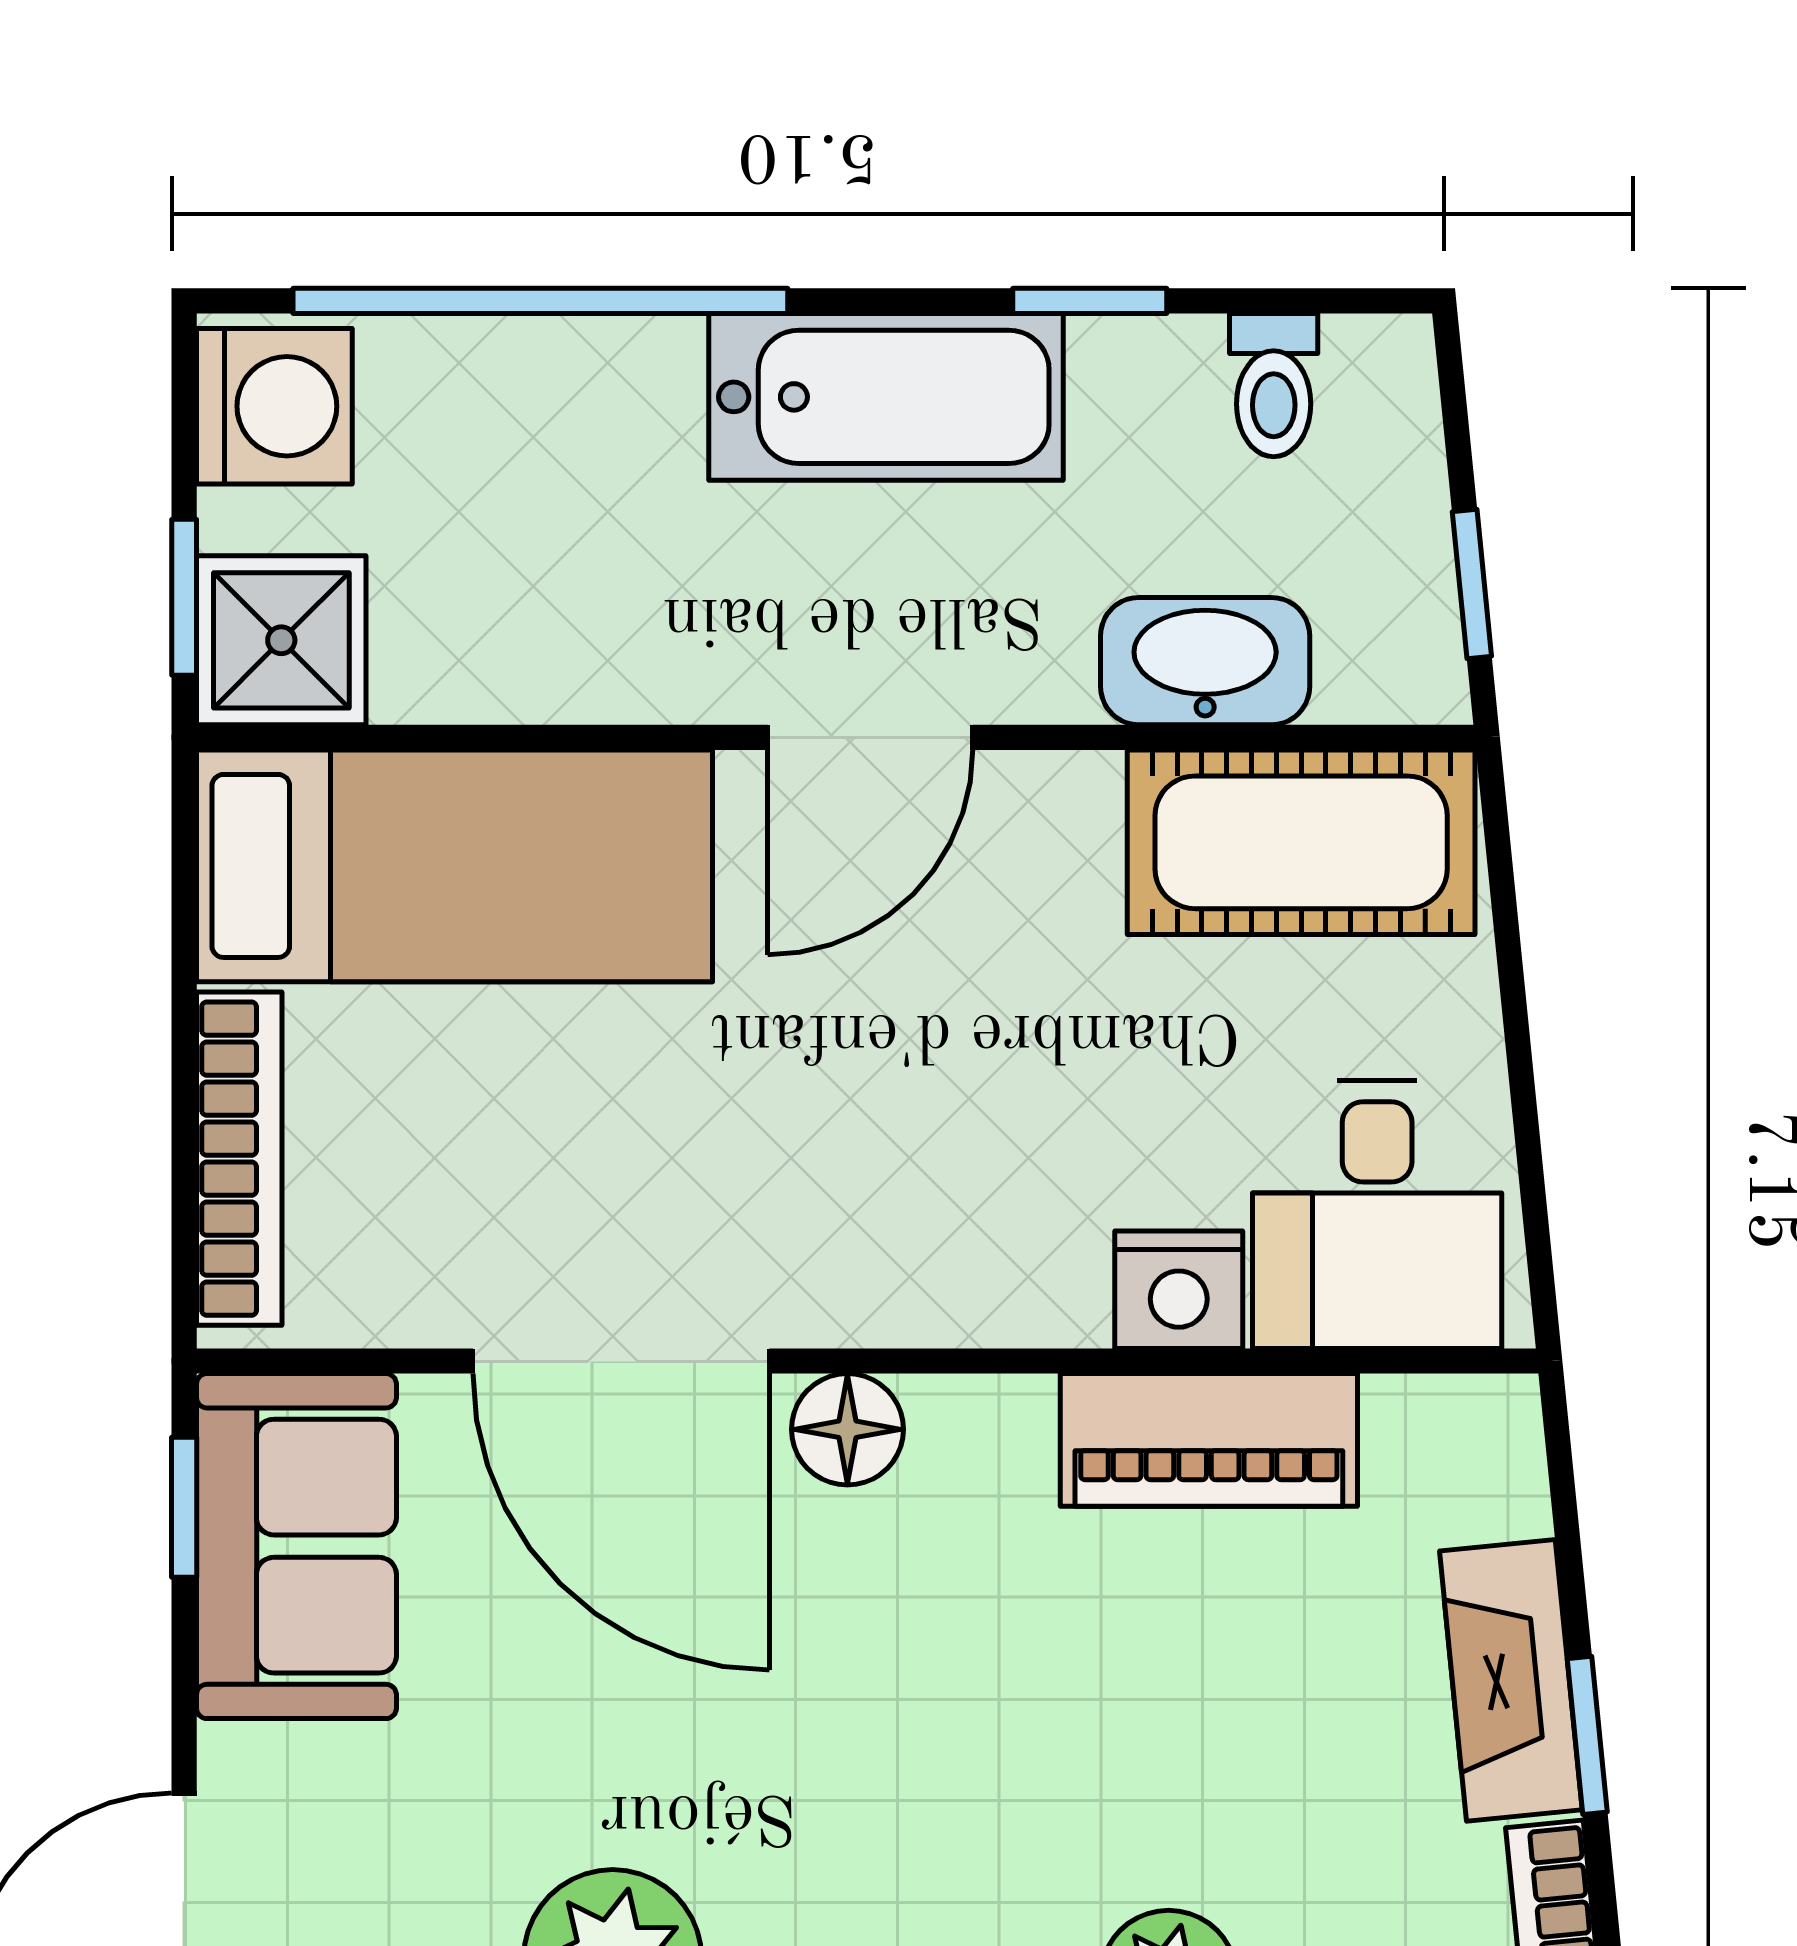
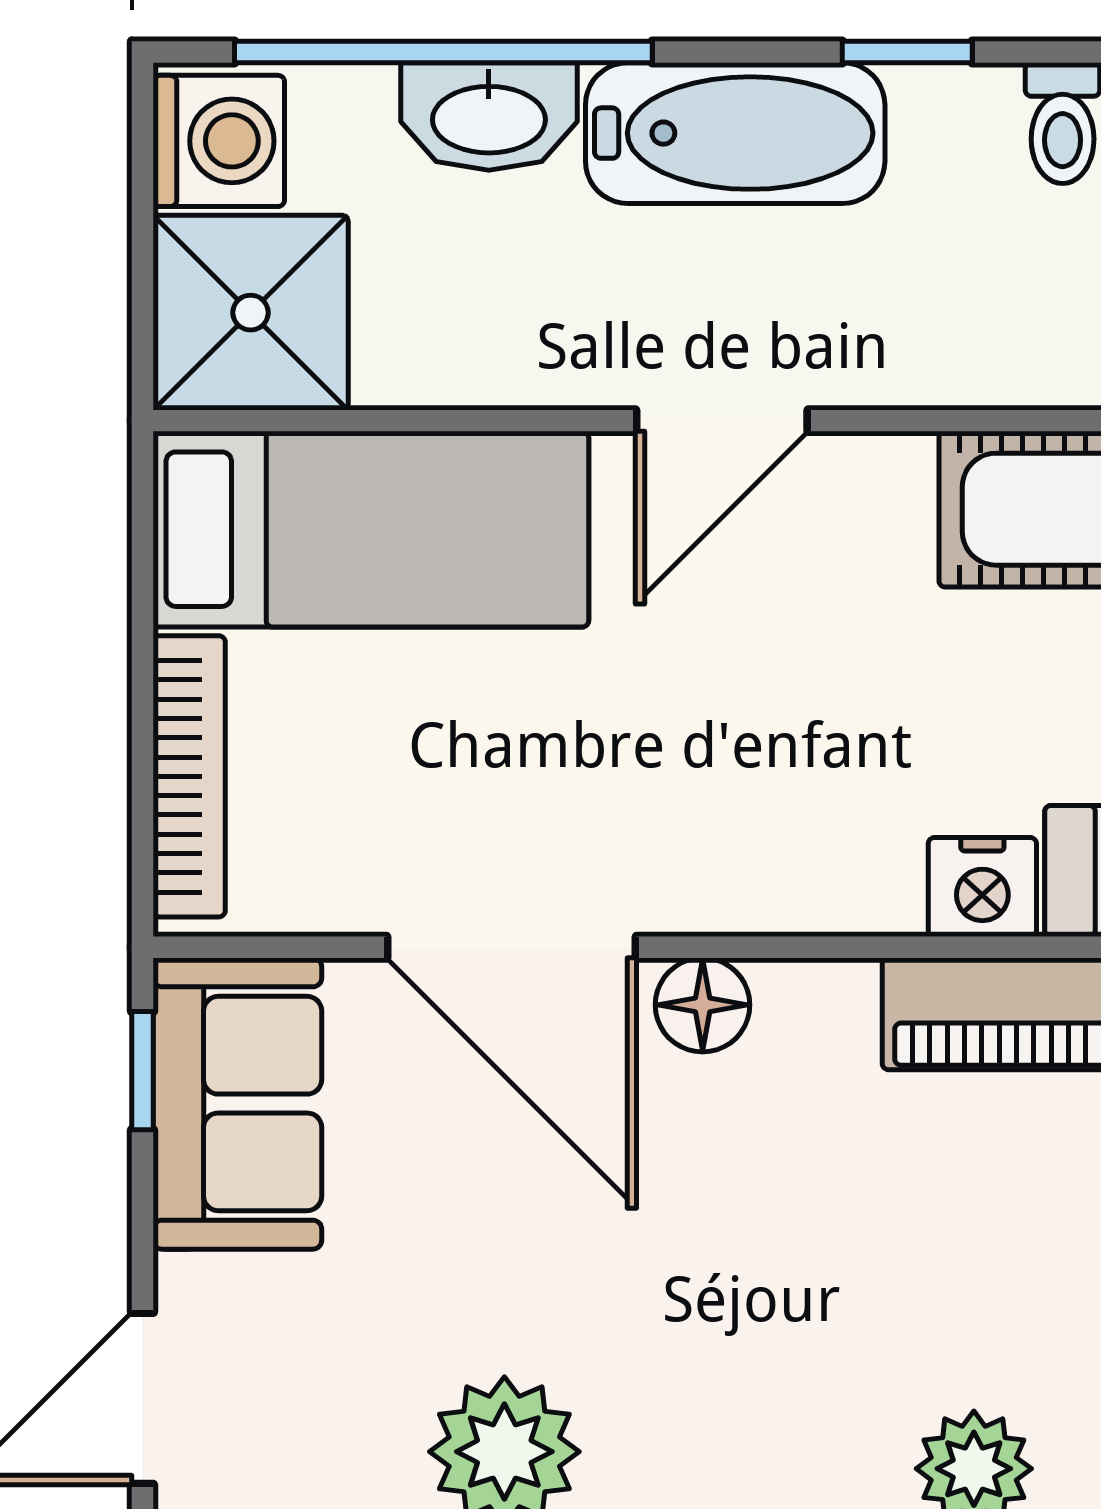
window: (184, 597) -> (142, 302), removed
shower: (281, 640) -> (251, 313), width x1.36, depth x1.36
washbasin: (1205, 661) -> (489, 116), moved, turned 180

